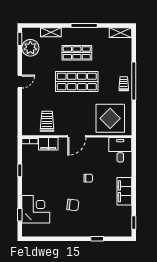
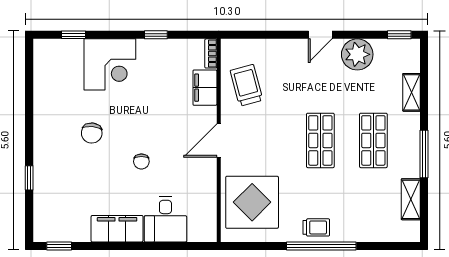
shelving: (121, 33) -> (411, 199), moved
plant: (30, 48) -> (357, 54), moved
shop shelf: (77, 81) -> (320, 140), width x0.70, depth x0.74
door: (20, 82) -> (320, 35), hinge flipped
trolley: (47, 121) -> (247, 85), turned -105
door: (77, 136) -> (219, 141), hinge flipped
desk: (120, 150) -> (165, 219), moved, turned 90
corner desk: (36, 209) -> (110, 64), moved

